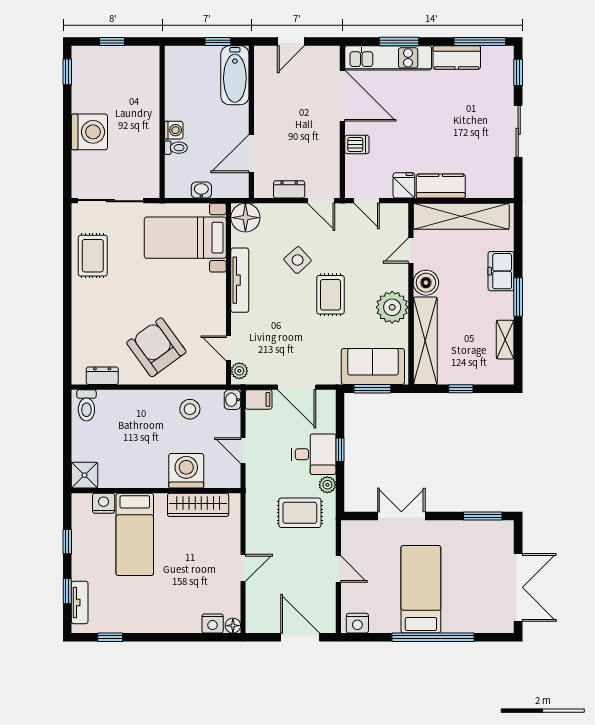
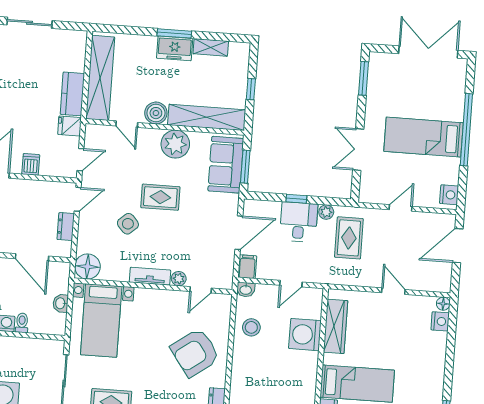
freezer: (501, 271) -> (175, 48), moved
tv unit: (240, 280) -> (150, 276), width x0.71
plant: (239, 371) -> (179, 279), moved

